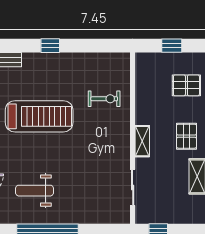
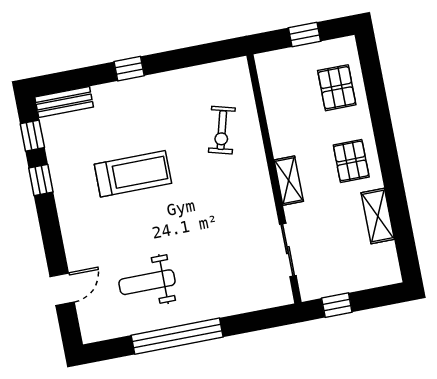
pallet: (186, 85) -> (337, 88), turned 90
exercise bike: (104, 99) -> (222, 130), turned 105
treadmill: (39, 116) -> (133, 174), width x0.73, depth x0.73

